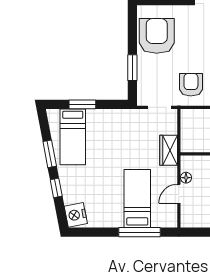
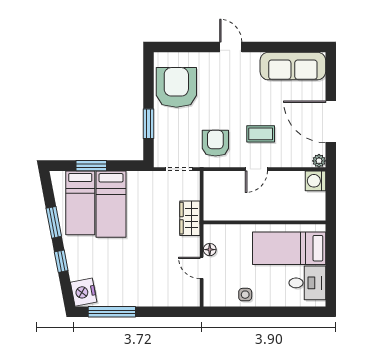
door: (179, 194) -> (202, 268), hinge flipped
bed: (137, 198) -> (111, 204), moved, turned 180
window: (140, 232) -> (112, 312), moved

